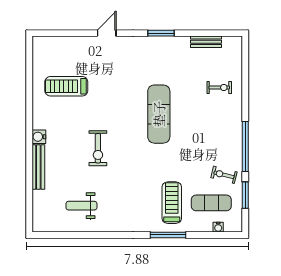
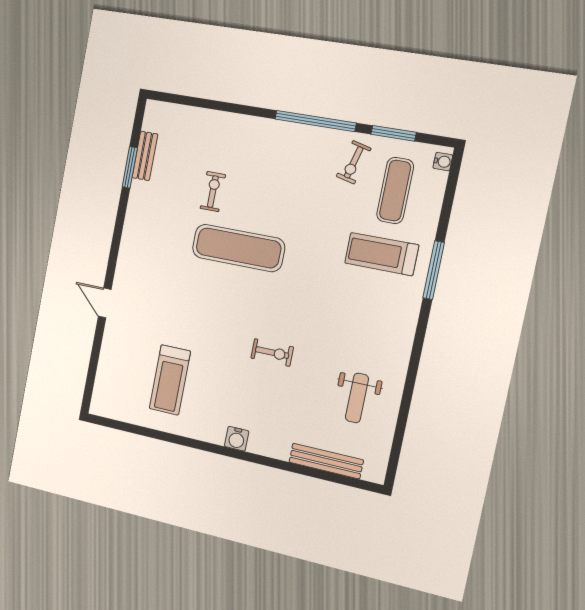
window: (161, 33) -> (130, 167), moved
exercise bike: (219, 87) -> (213, 192), moved
exercise bike: (98, 148) -> (272, 353), width x0.73, depth x0.72
bench: (38, 167) -> (326, 461), moved
water cooler: (218, 227) -> (443, 162), moved

